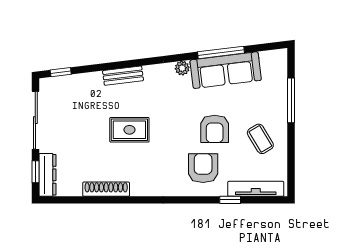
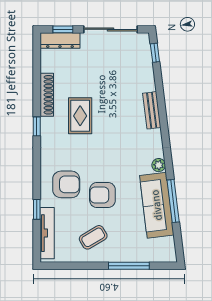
rug: (129, 130) -> (80, 116), moved
window: (140, 200) -> (37, 126), added

